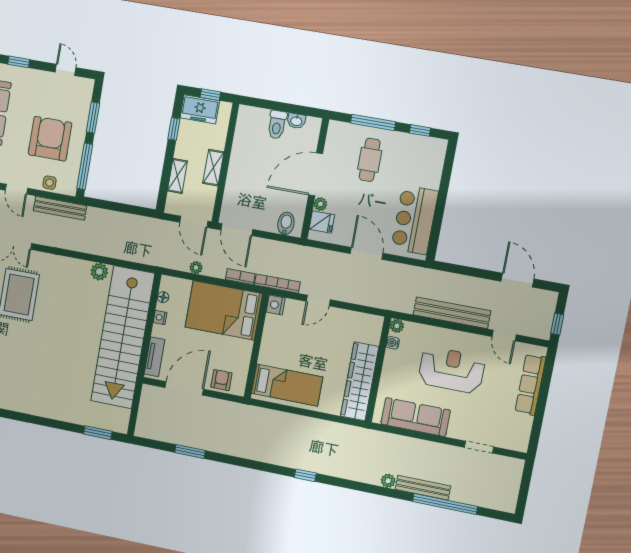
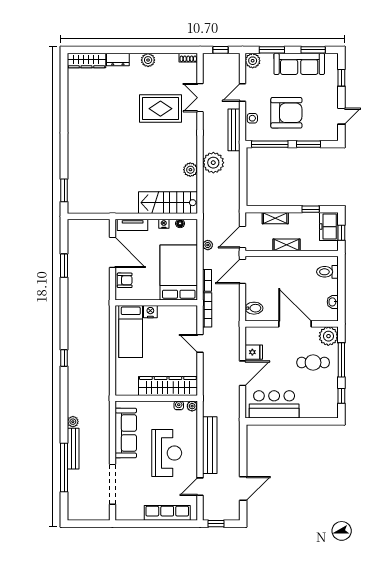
toilet: (277, 125) -> (327, 272), moved
plant: (320, 204) -> (328, 336), moved, width x1.87, depth x1.87
fridge: (322, 222) -> (254, 352), moved, turned -90
plant: (95, 241) -> (213, 163), added
nightstand: (276, 305) -> (150, 312), moved
stairs: (123, 337) -> (168, 203), width x0.54, depth x0.66
wardrobe: (360, 381) -> (168, 386), moved
doorway: (479, 447) -> (112, 484), width x1.88

